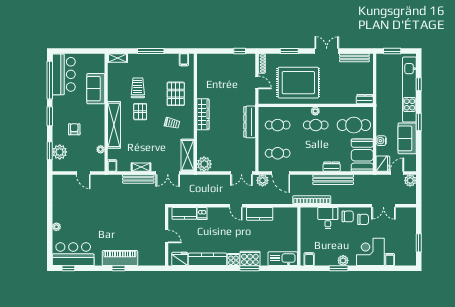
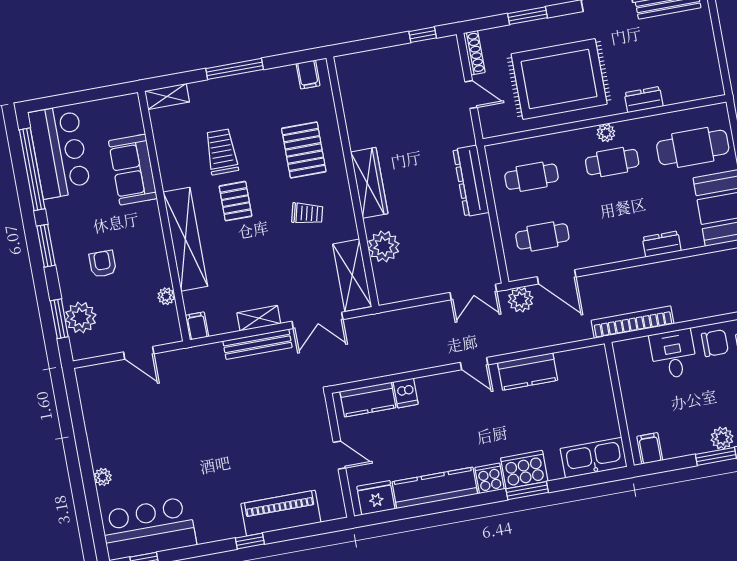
dresser: (365, 99) -> (644, 100), moved
plant: (204, 164) -> (384, 246), moved
bench: (333, 180) -> (670, 271), removed
piano: (120, 258) -> (281, 513), moved

